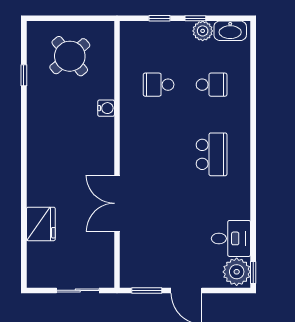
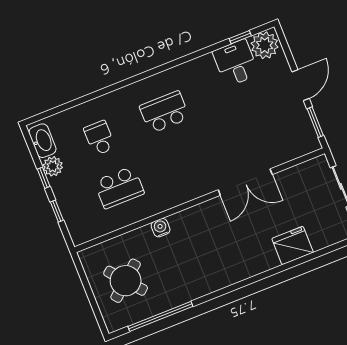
window: (24, 75) -> (160, 316), width x3.17
school desk: (159, 85) -> (119, 187), width x1.85
window: (253, 273) -> (240, 37), moved

